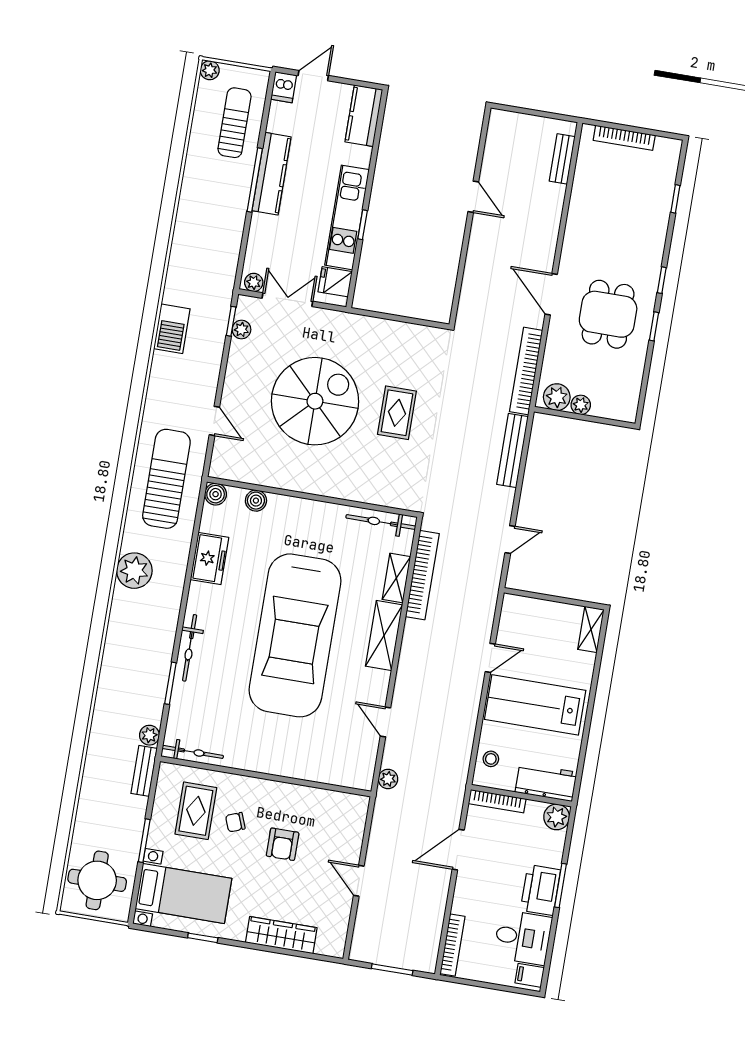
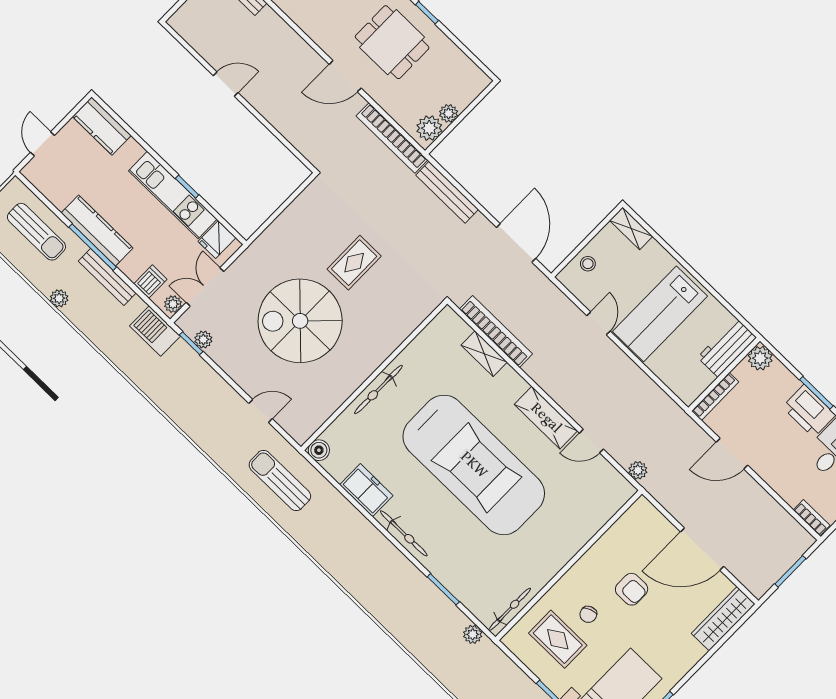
dishwasher: (284, 87) -> (150, 282), moved, turned -90
sun lounger: (235, 123) -> (36, 232), turned 180
barbecue: (172, 329) -> (155, 331), moved, turned 180
spiral stairs: (315, 401) -> (300, 321), turned -90
rug: (397, 413) -> (354, 263), turned 90
sun lounger: (166, 479) -> (280, 480), width x0.73, depth x0.75
boiler: (256, 501) -> (346, 422), removed
bicycle: (381, 522) -> (378, 390), moved
door: (510, 540) -> (516, 243), width x1.87
plant: (134, 571) -> (59, 298), moved, width x0.53, depth x0.53
shelving: (384, 635) -> (546, 418), moved
bicycle: (190, 648) -> (404, 533), moved
stool: (491, 759) -> (588, 264), moved
bench: (144, 771) -> (107, 277), moved, width x1.36
door: (458, 850) -> (732, 454), hinge flipped
door: (359, 881) -> (702, 549), width x1.87
wardrobe: (281, 935) -> (723, 619), moved
bookcase: (452, 945) -> (812, 518), width x0.64

